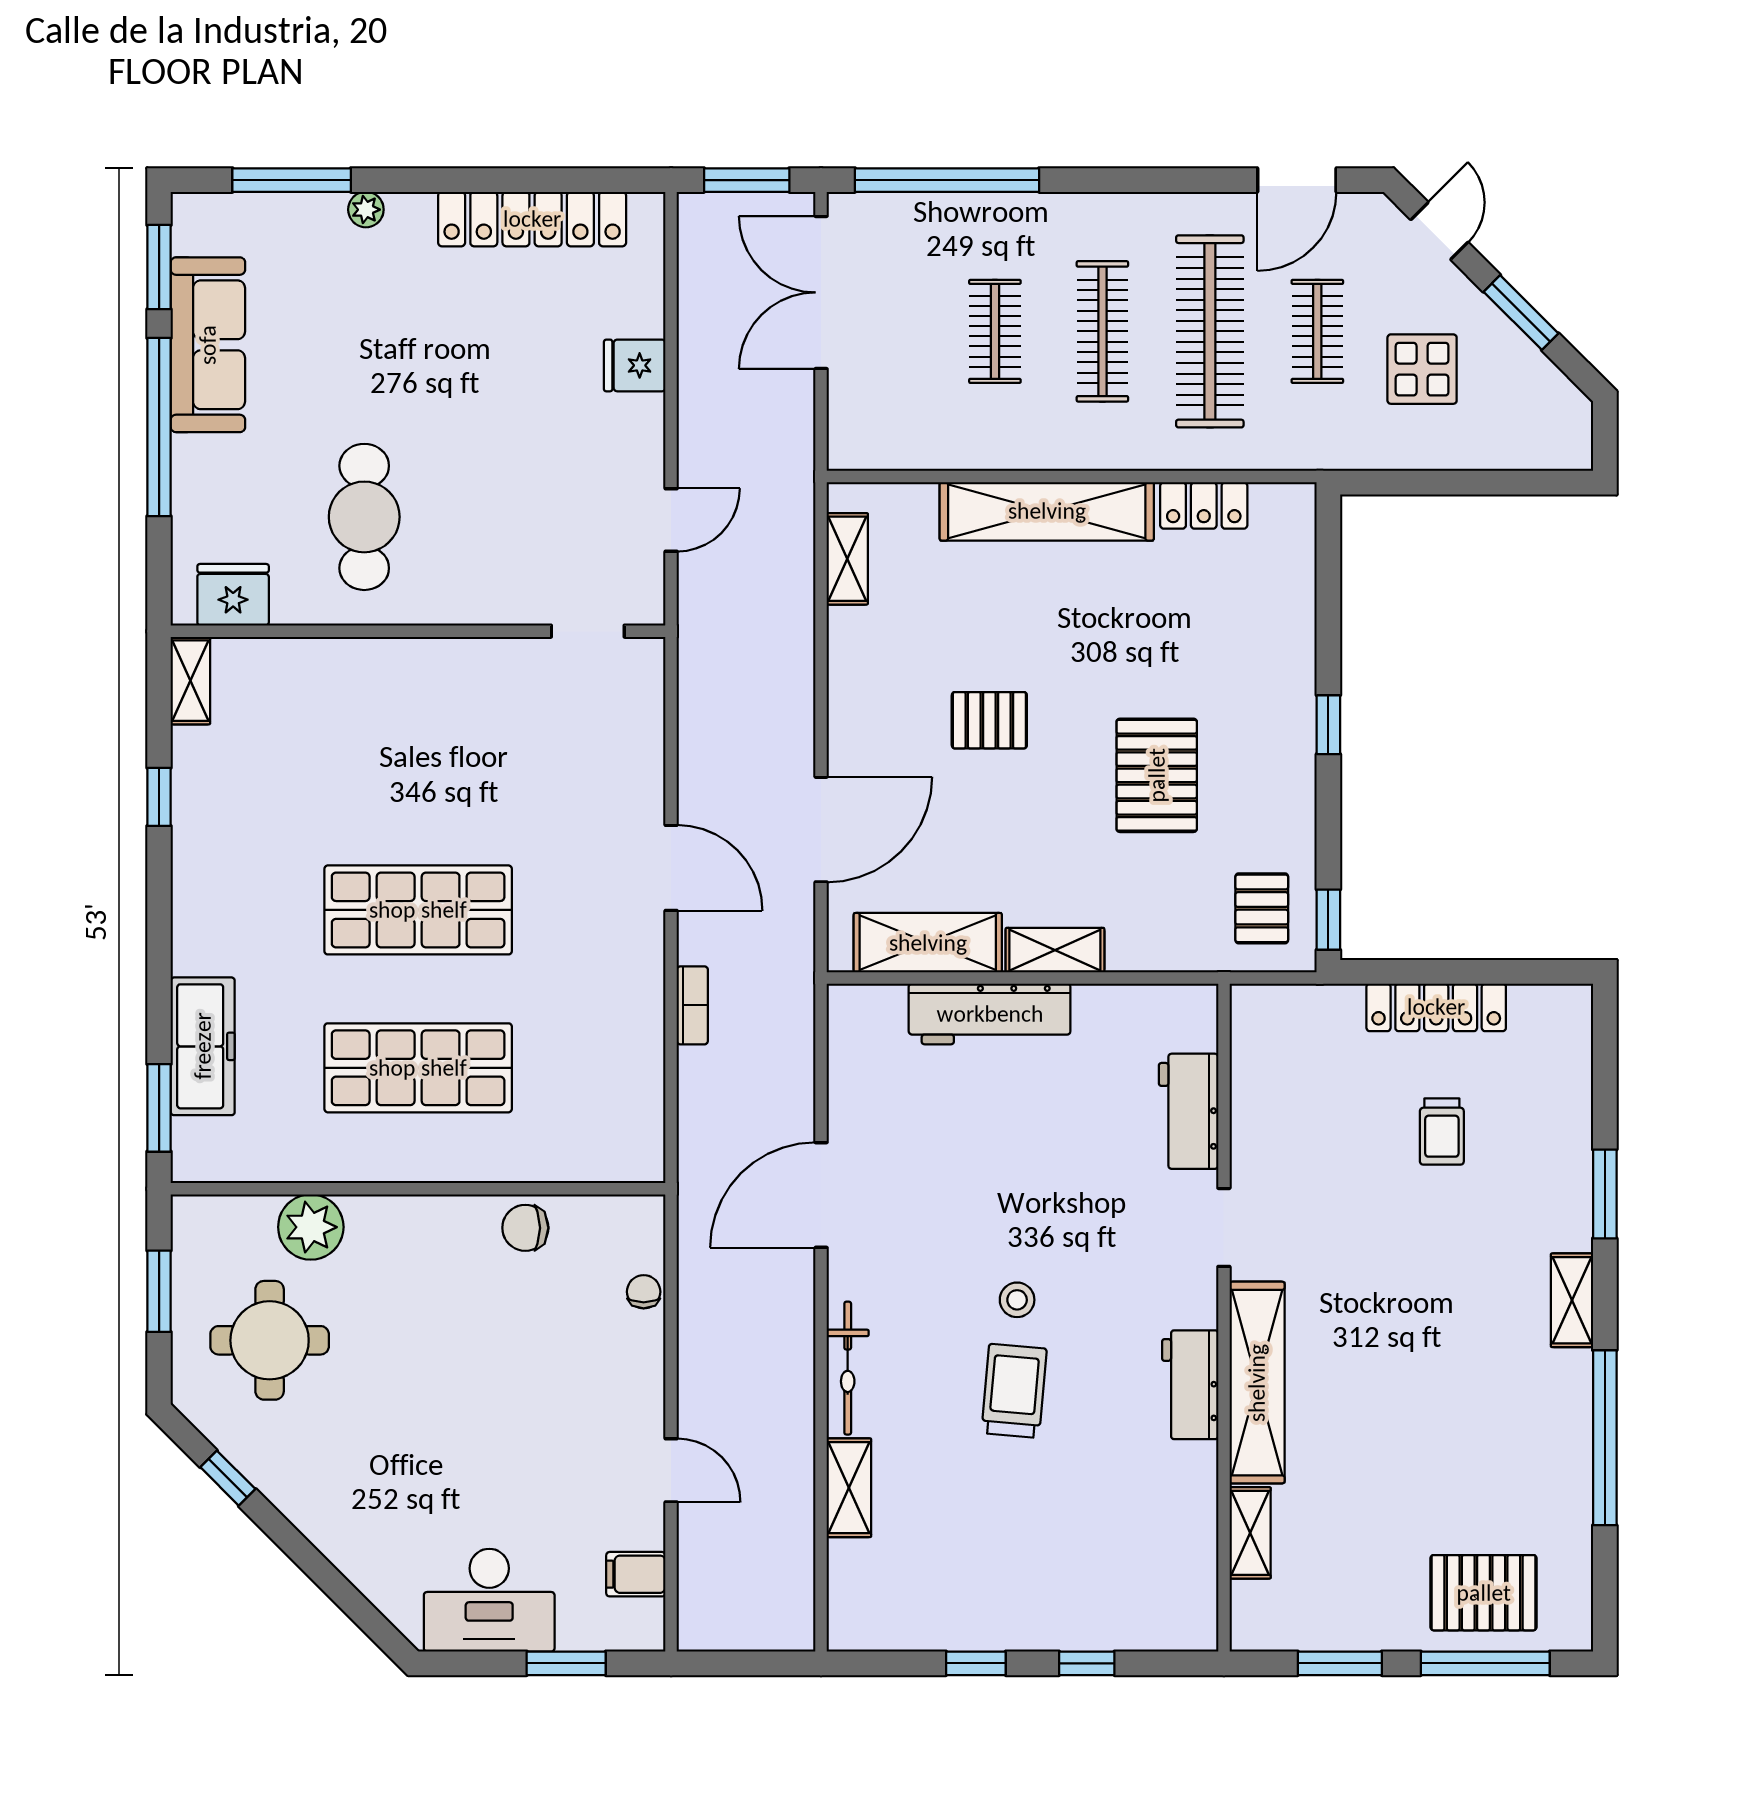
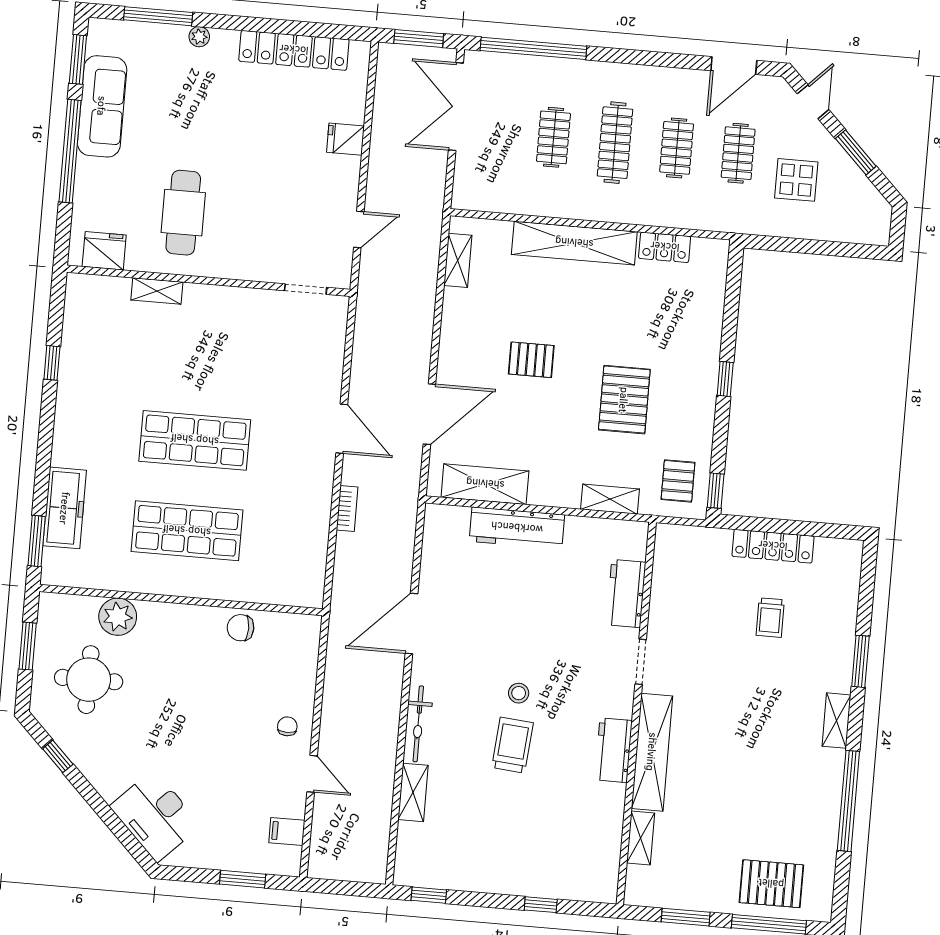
clothes rail: (1210, 331) -> (677, 148), width x0.54, depth x0.76
shelving: (190, 681) -> (157, 291), moved, turned 90
shelving: (1055, 950) -> (610, 499), moved
chair: (644, 1292) -> (287, 726), moved
desk: (489, 1600) -> (155, 816), moved, turned 45
window: (976, 1663) -> (429, 895), moved

